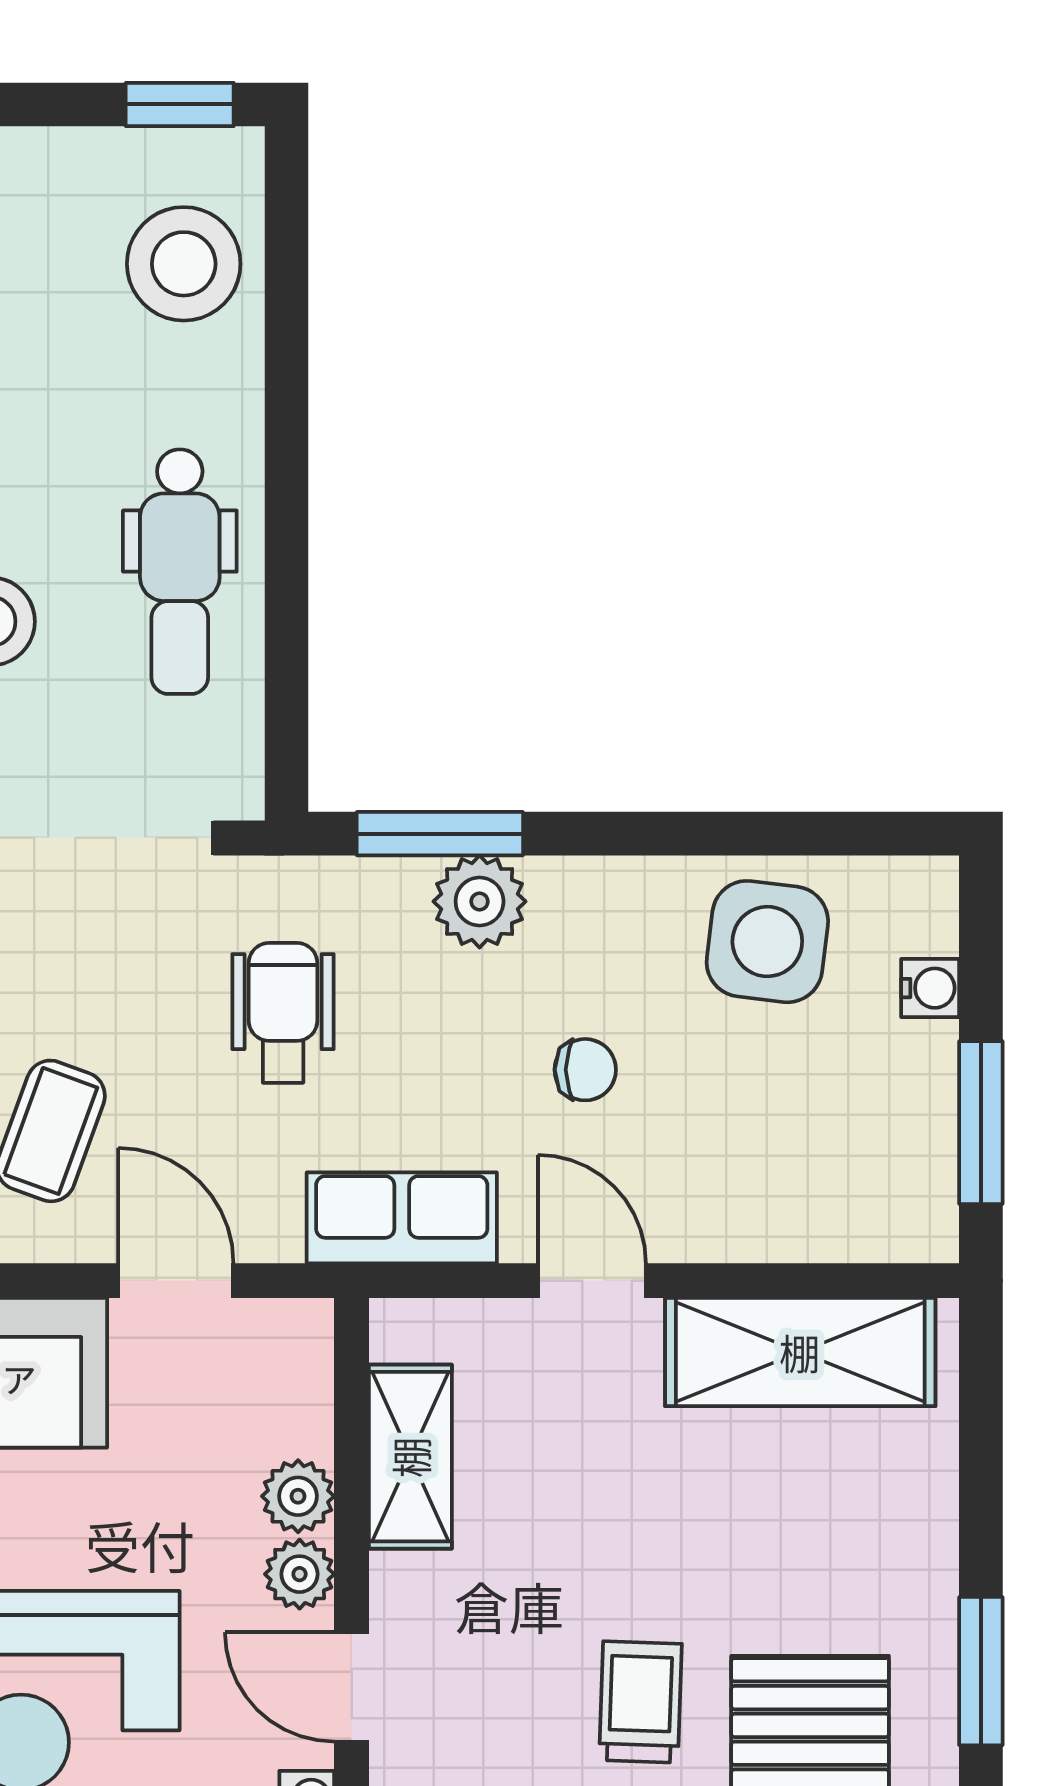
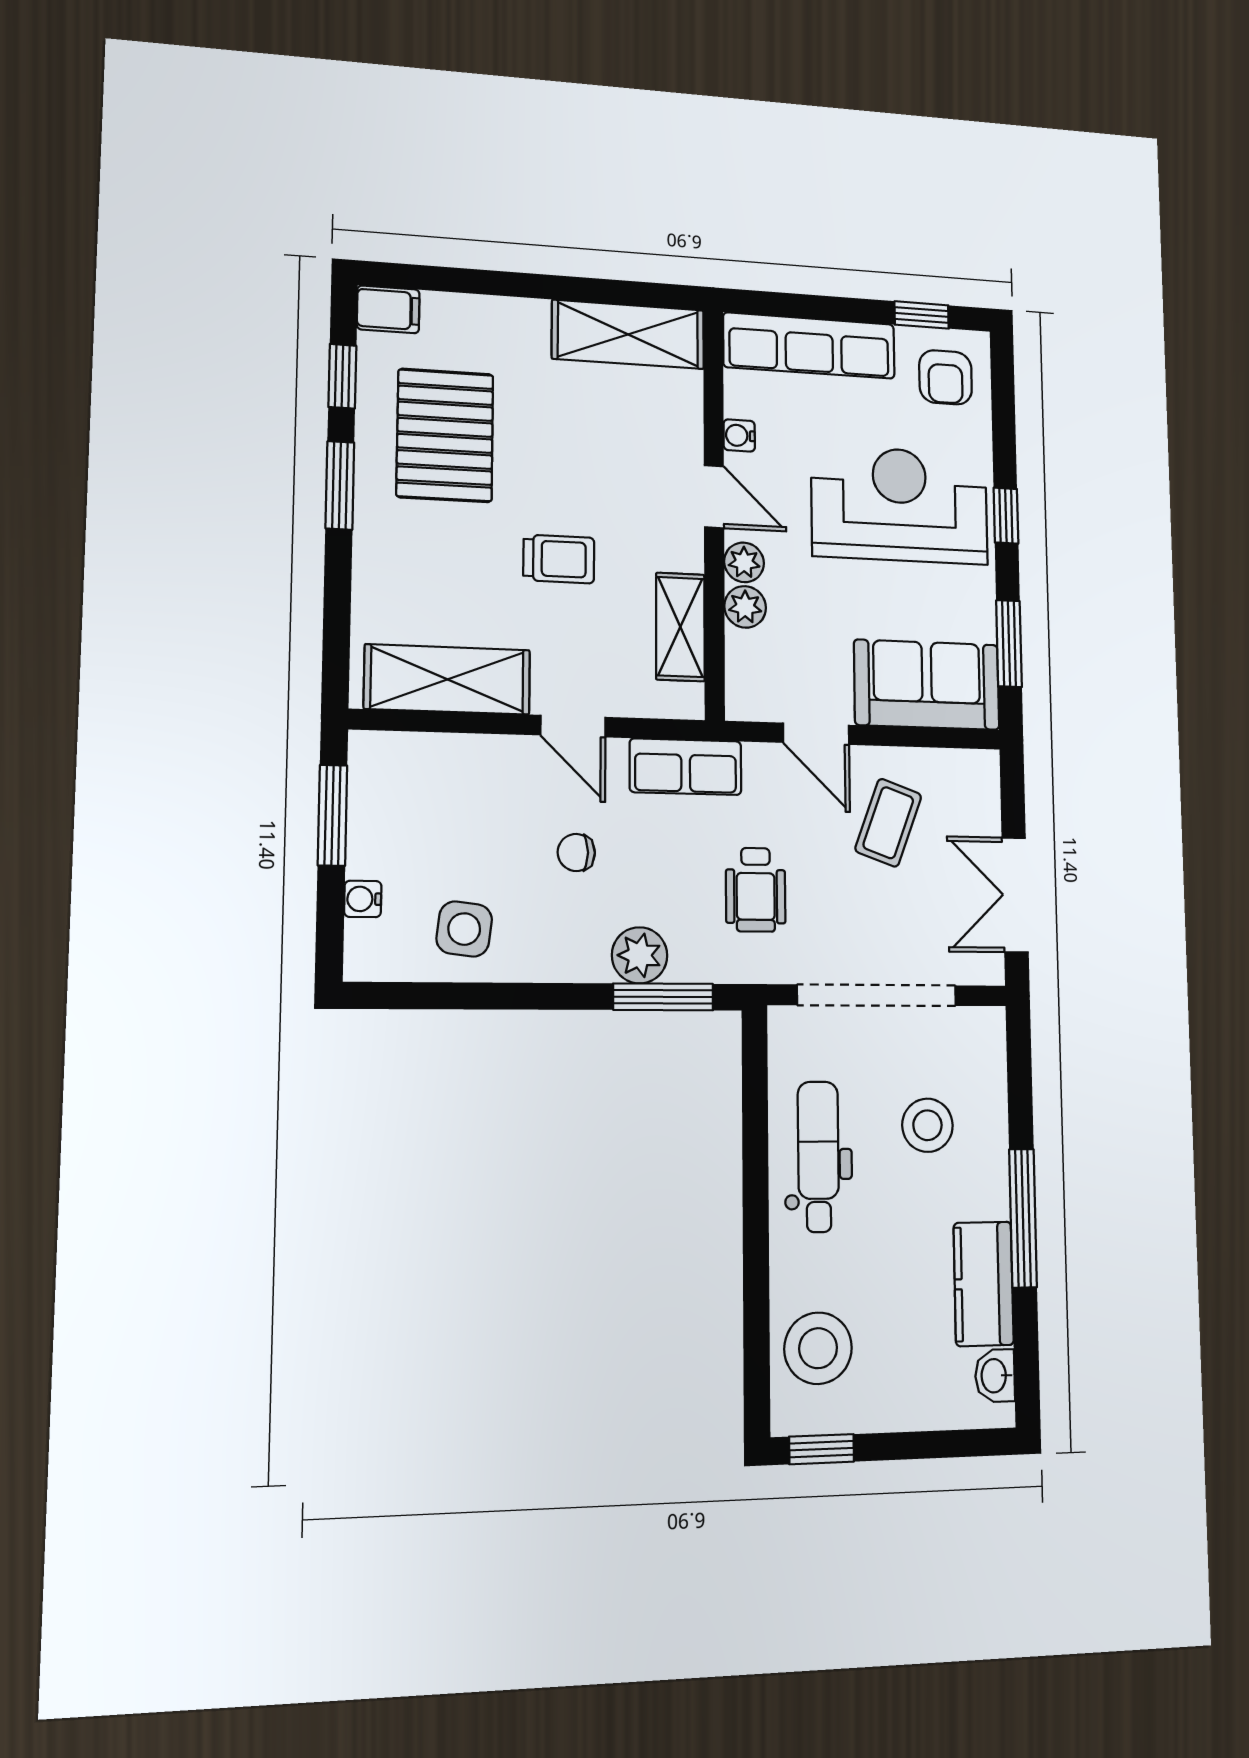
side table: (767, 942) -> (464, 929), width x0.73, depth x0.73
trolley: (640, 1702) -> (559, 559), moved, turned -92

